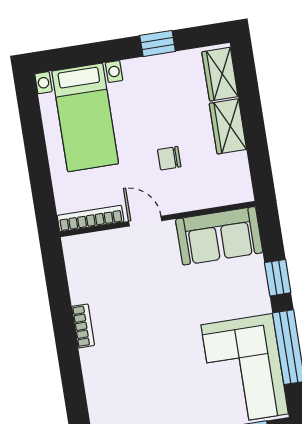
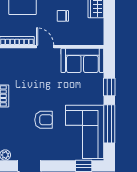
armchair: (164, 359) -> (44, 120), added

